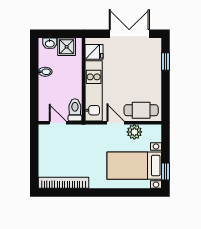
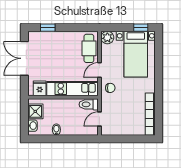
plant: (134, 132) -> (107, 38), moved
chair: (94, 135) -> (110, 88), added

